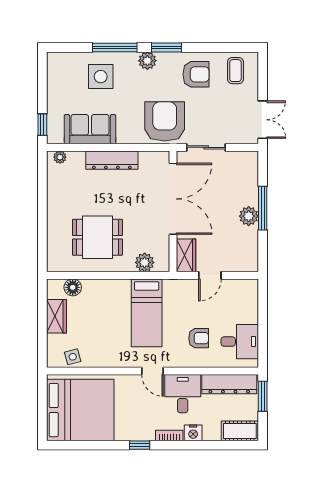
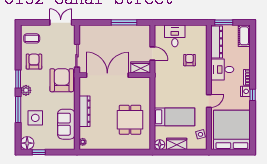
floor lamp: (58, 63) -> (27, 143), added
armchair: (165, 121) -> (62, 80), turned 90
window: (42, 125) -> (39, 152), moved
window: (263, 208) -> (124, 22), moved
plant: (249, 216) -> (118, 31), removed
plant: (145, 262) -> (145, 92), removed
floor lamp: (73, 287) -> (160, 145), moved
bed: (147, 313) -> (175, 117), moved
desk: (240, 342) -> (175, 36), moved
door: (152, 371) -> (209, 101), moved
nightstand: (193, 433) -> (245, 91), moved

